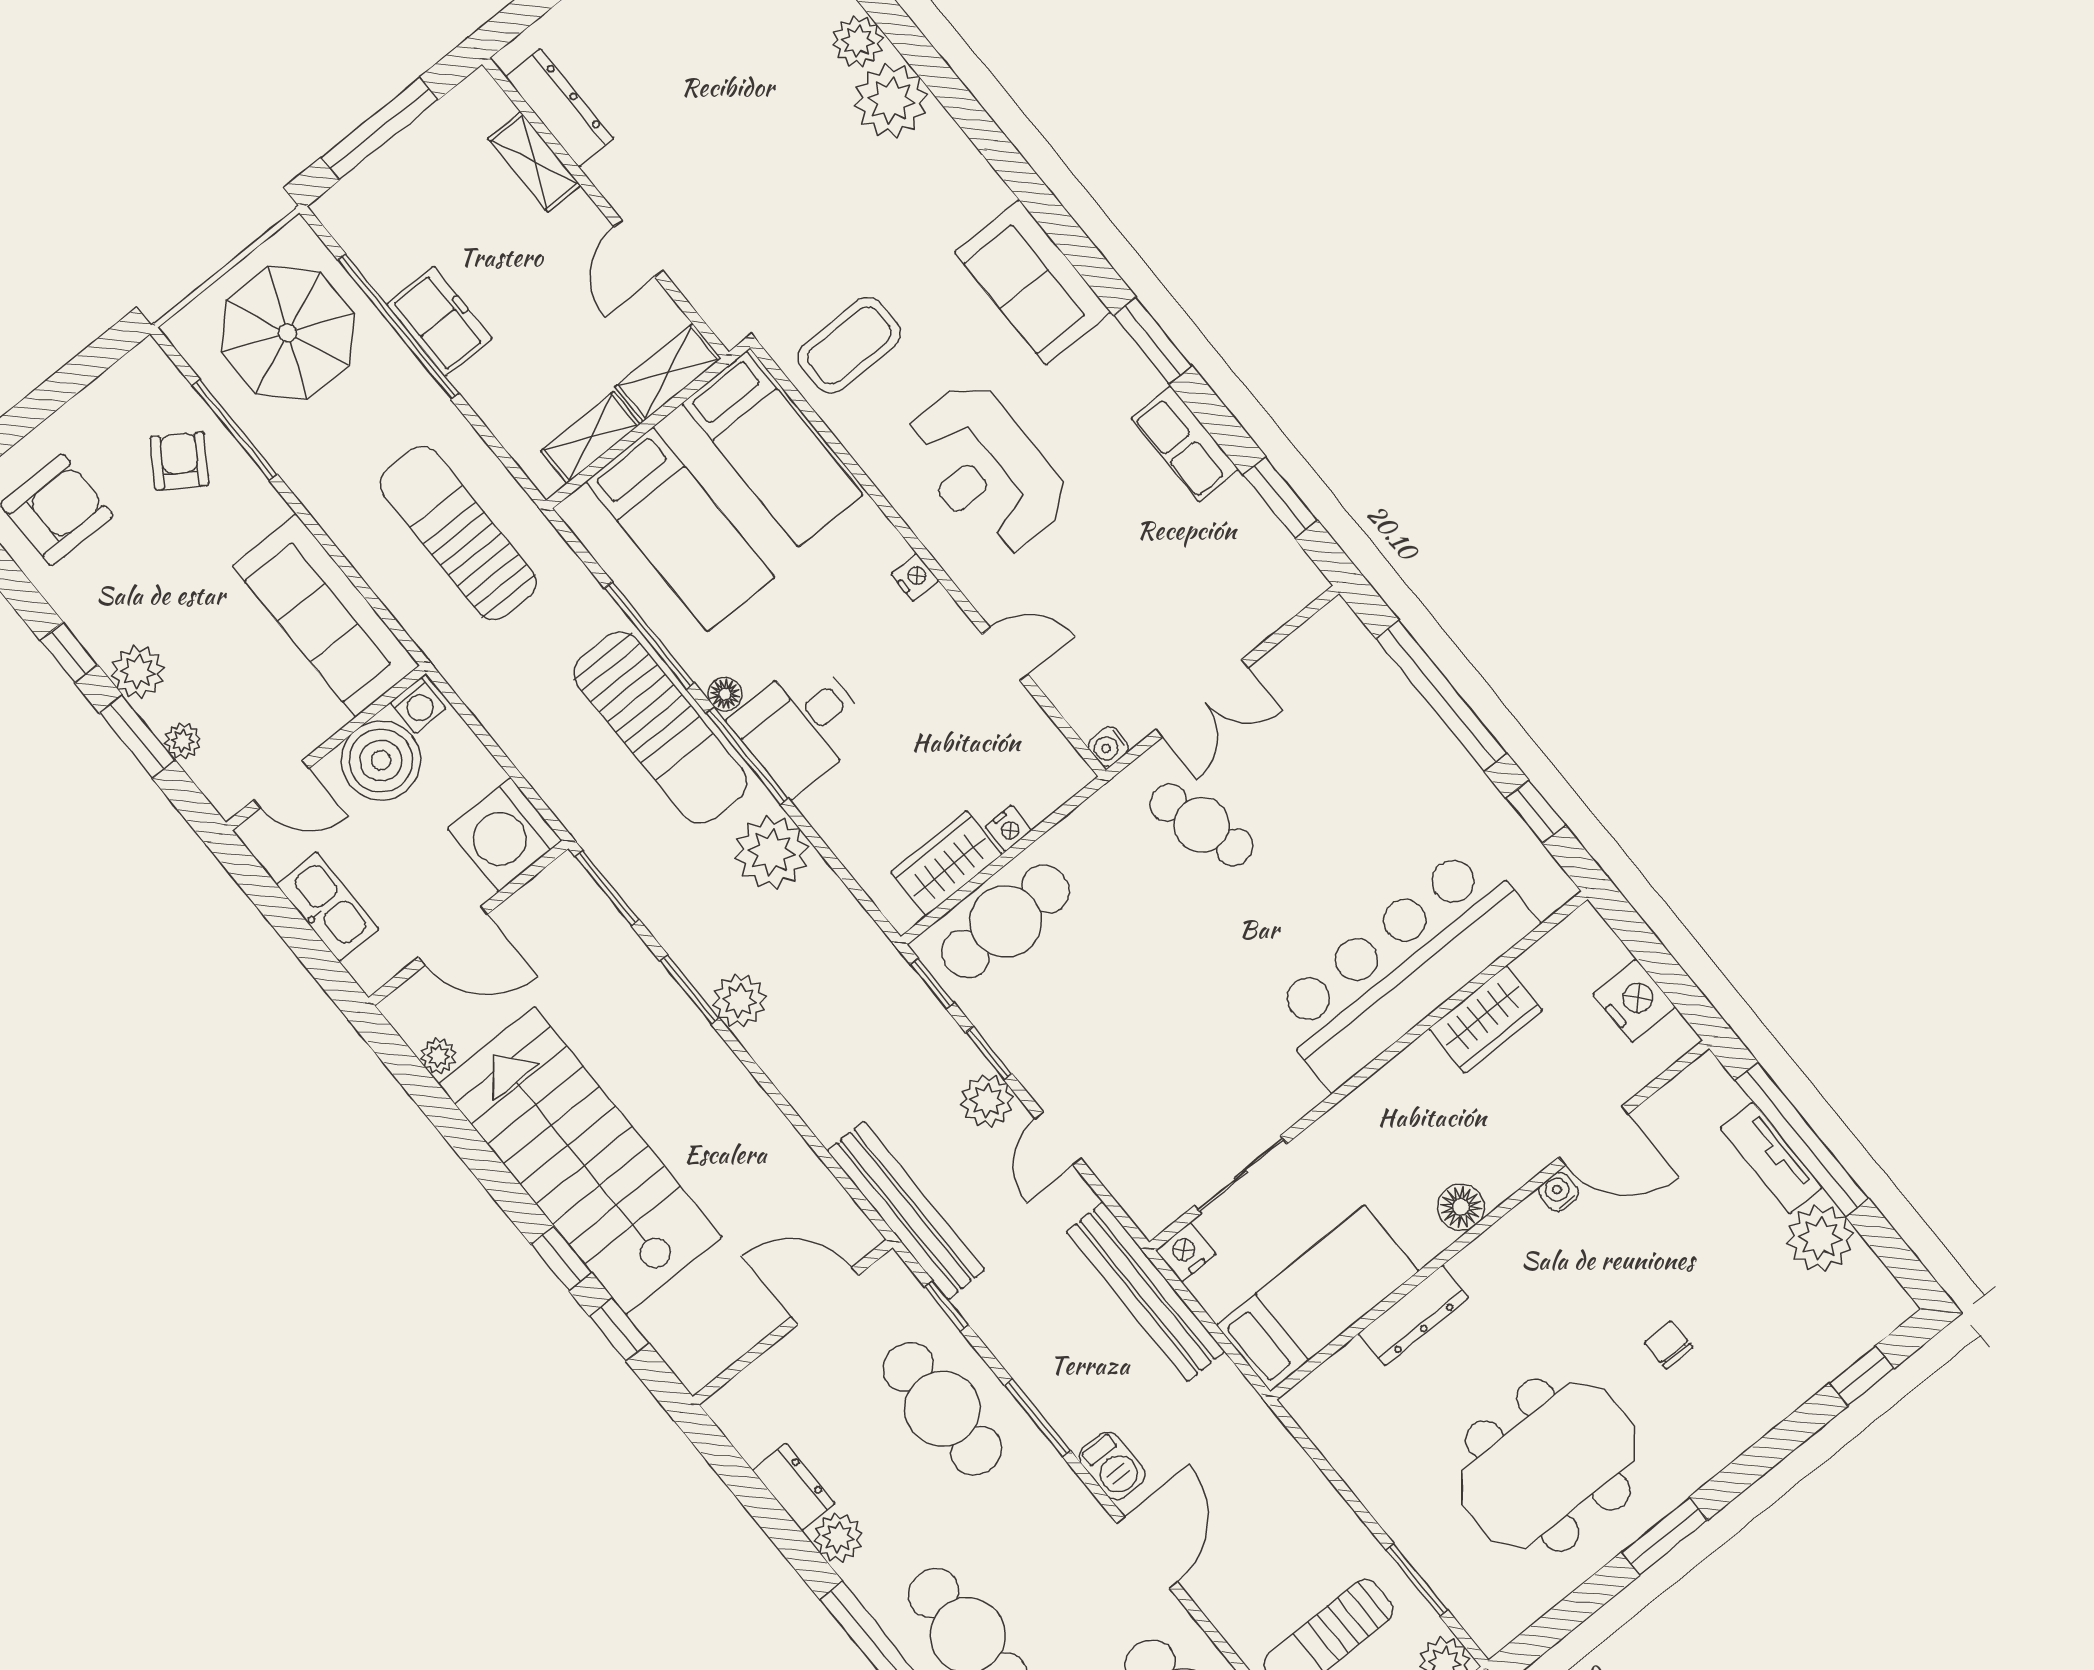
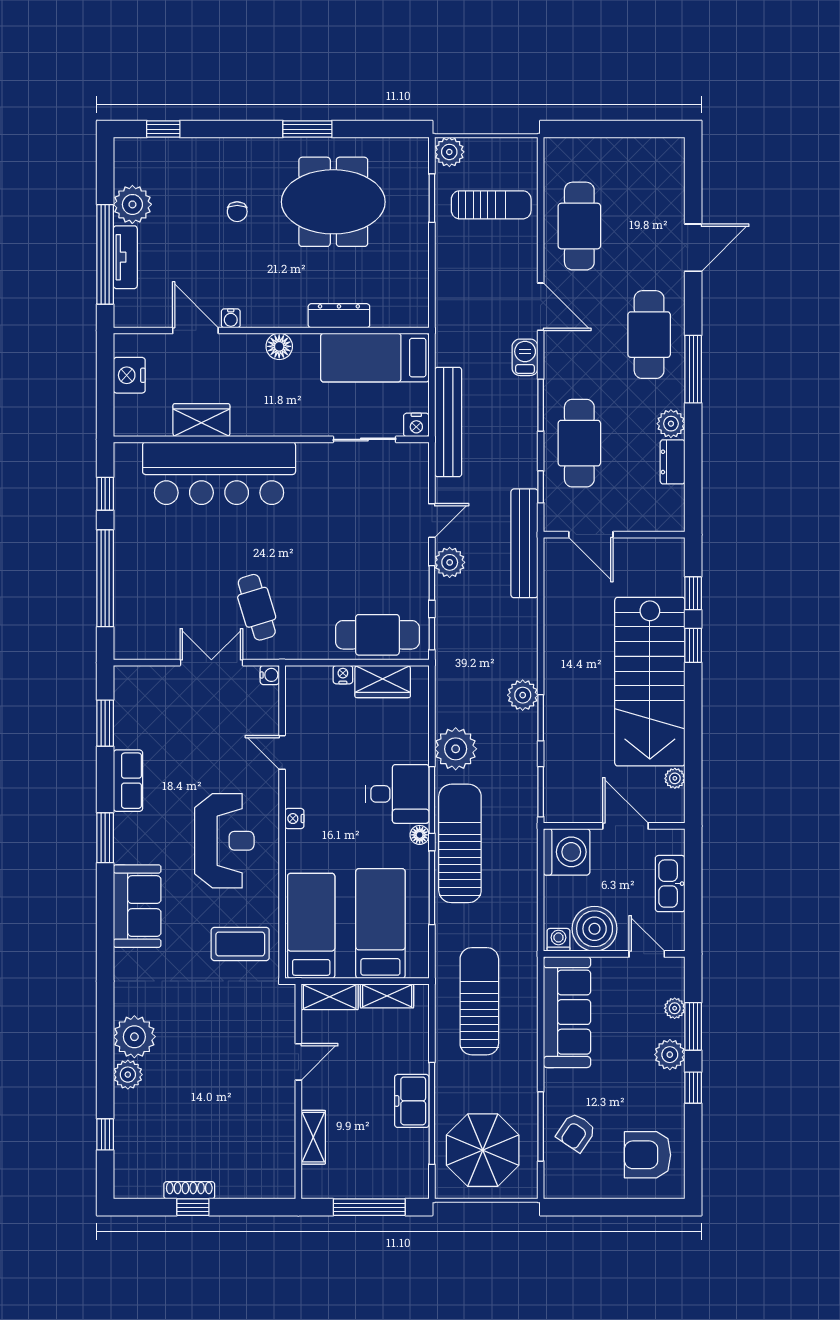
dresser: (560, 108) -> (283, 1152), removed
sun lounger: (458, 533) -> (479, 1001), turned 180
door: (1147, 1553) -> (541, 307), swing flipped

